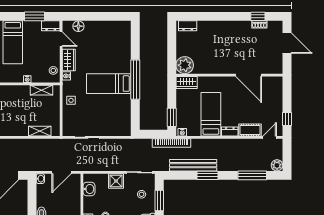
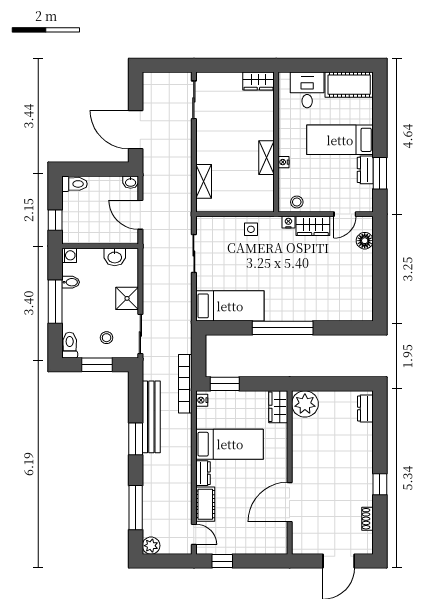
window: (258, 16) -> (380, 484), moved
dresser: (51, 26) -> (365, 170), moved
bed: (109, 84) -> (230, 306), moved, turned 90
shelving: (42, 90) -> (266, 158), moved

